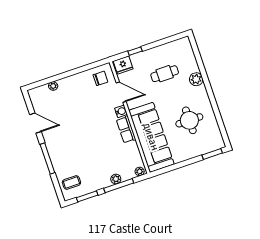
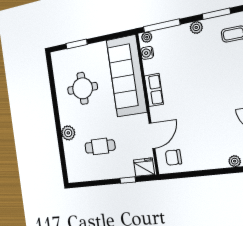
door: (121, 92) -> (152, 136), swing flipped
water cooler: (121, 111) -> (147, 53), moved
window: (212, 154) -> (77, 44), moved
plant: (116, 179) -> (196, 27), moved
window: (119, 186) -> (162, 26), moved

